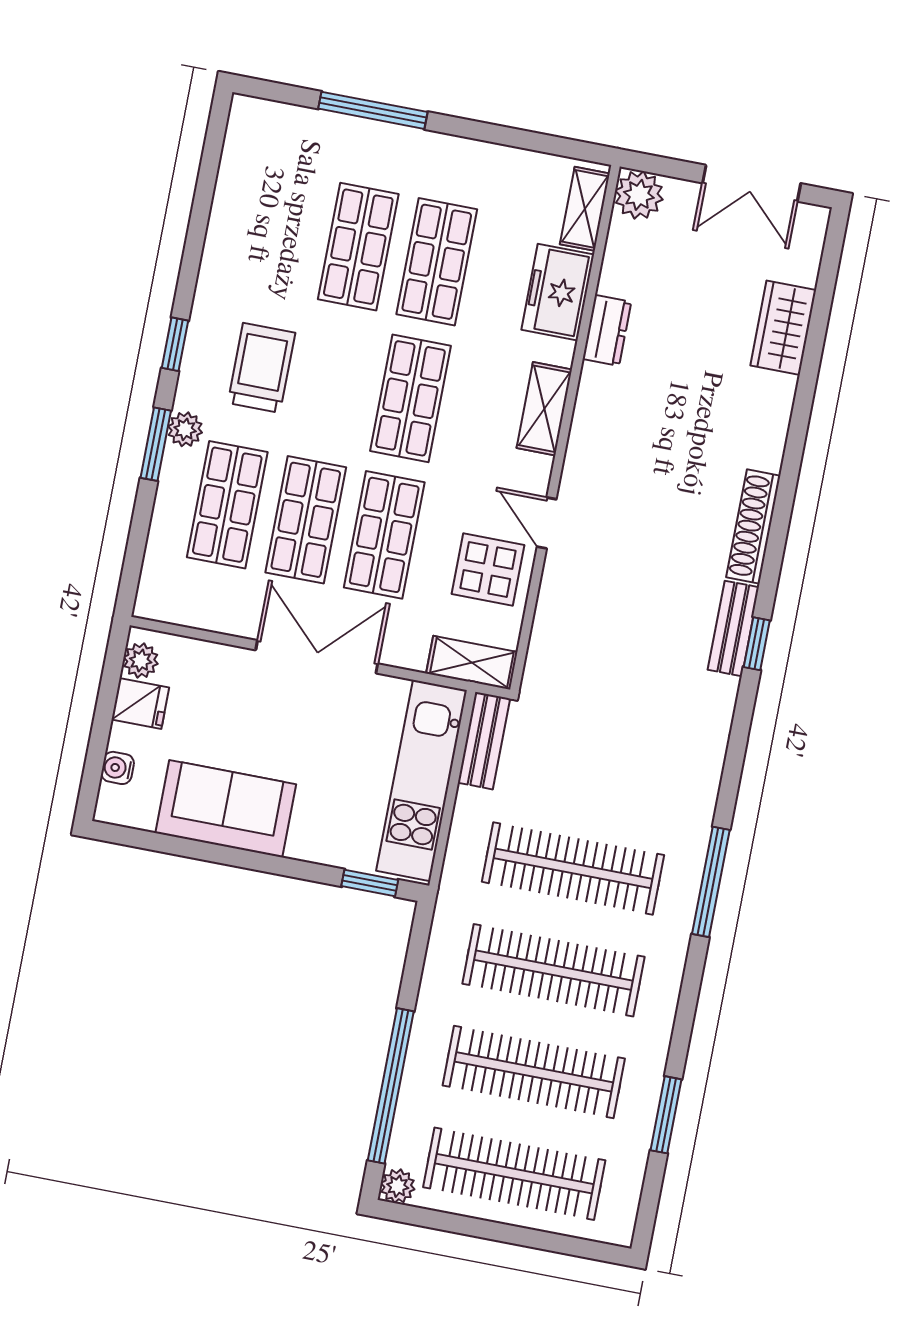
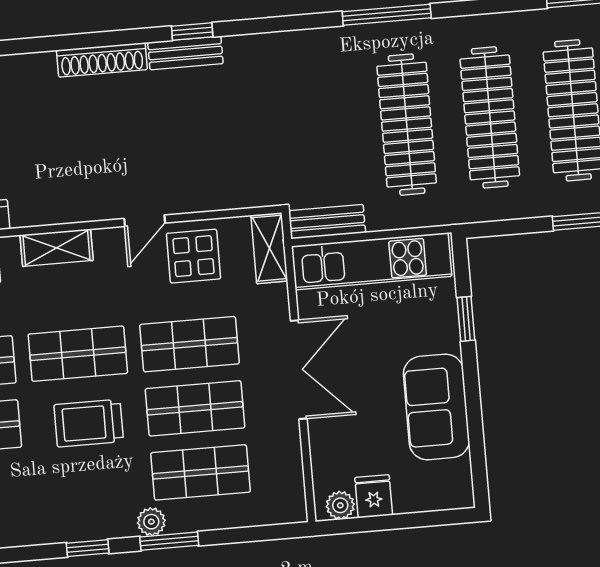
trolley: (262, 368) -> (89, 423), moved
double door: (317, 657) -> (299, 370), swing flipped
water cooler: (118, 768) -> (429, 500), removed
window: (370, 883) -> (466, 319), moved

